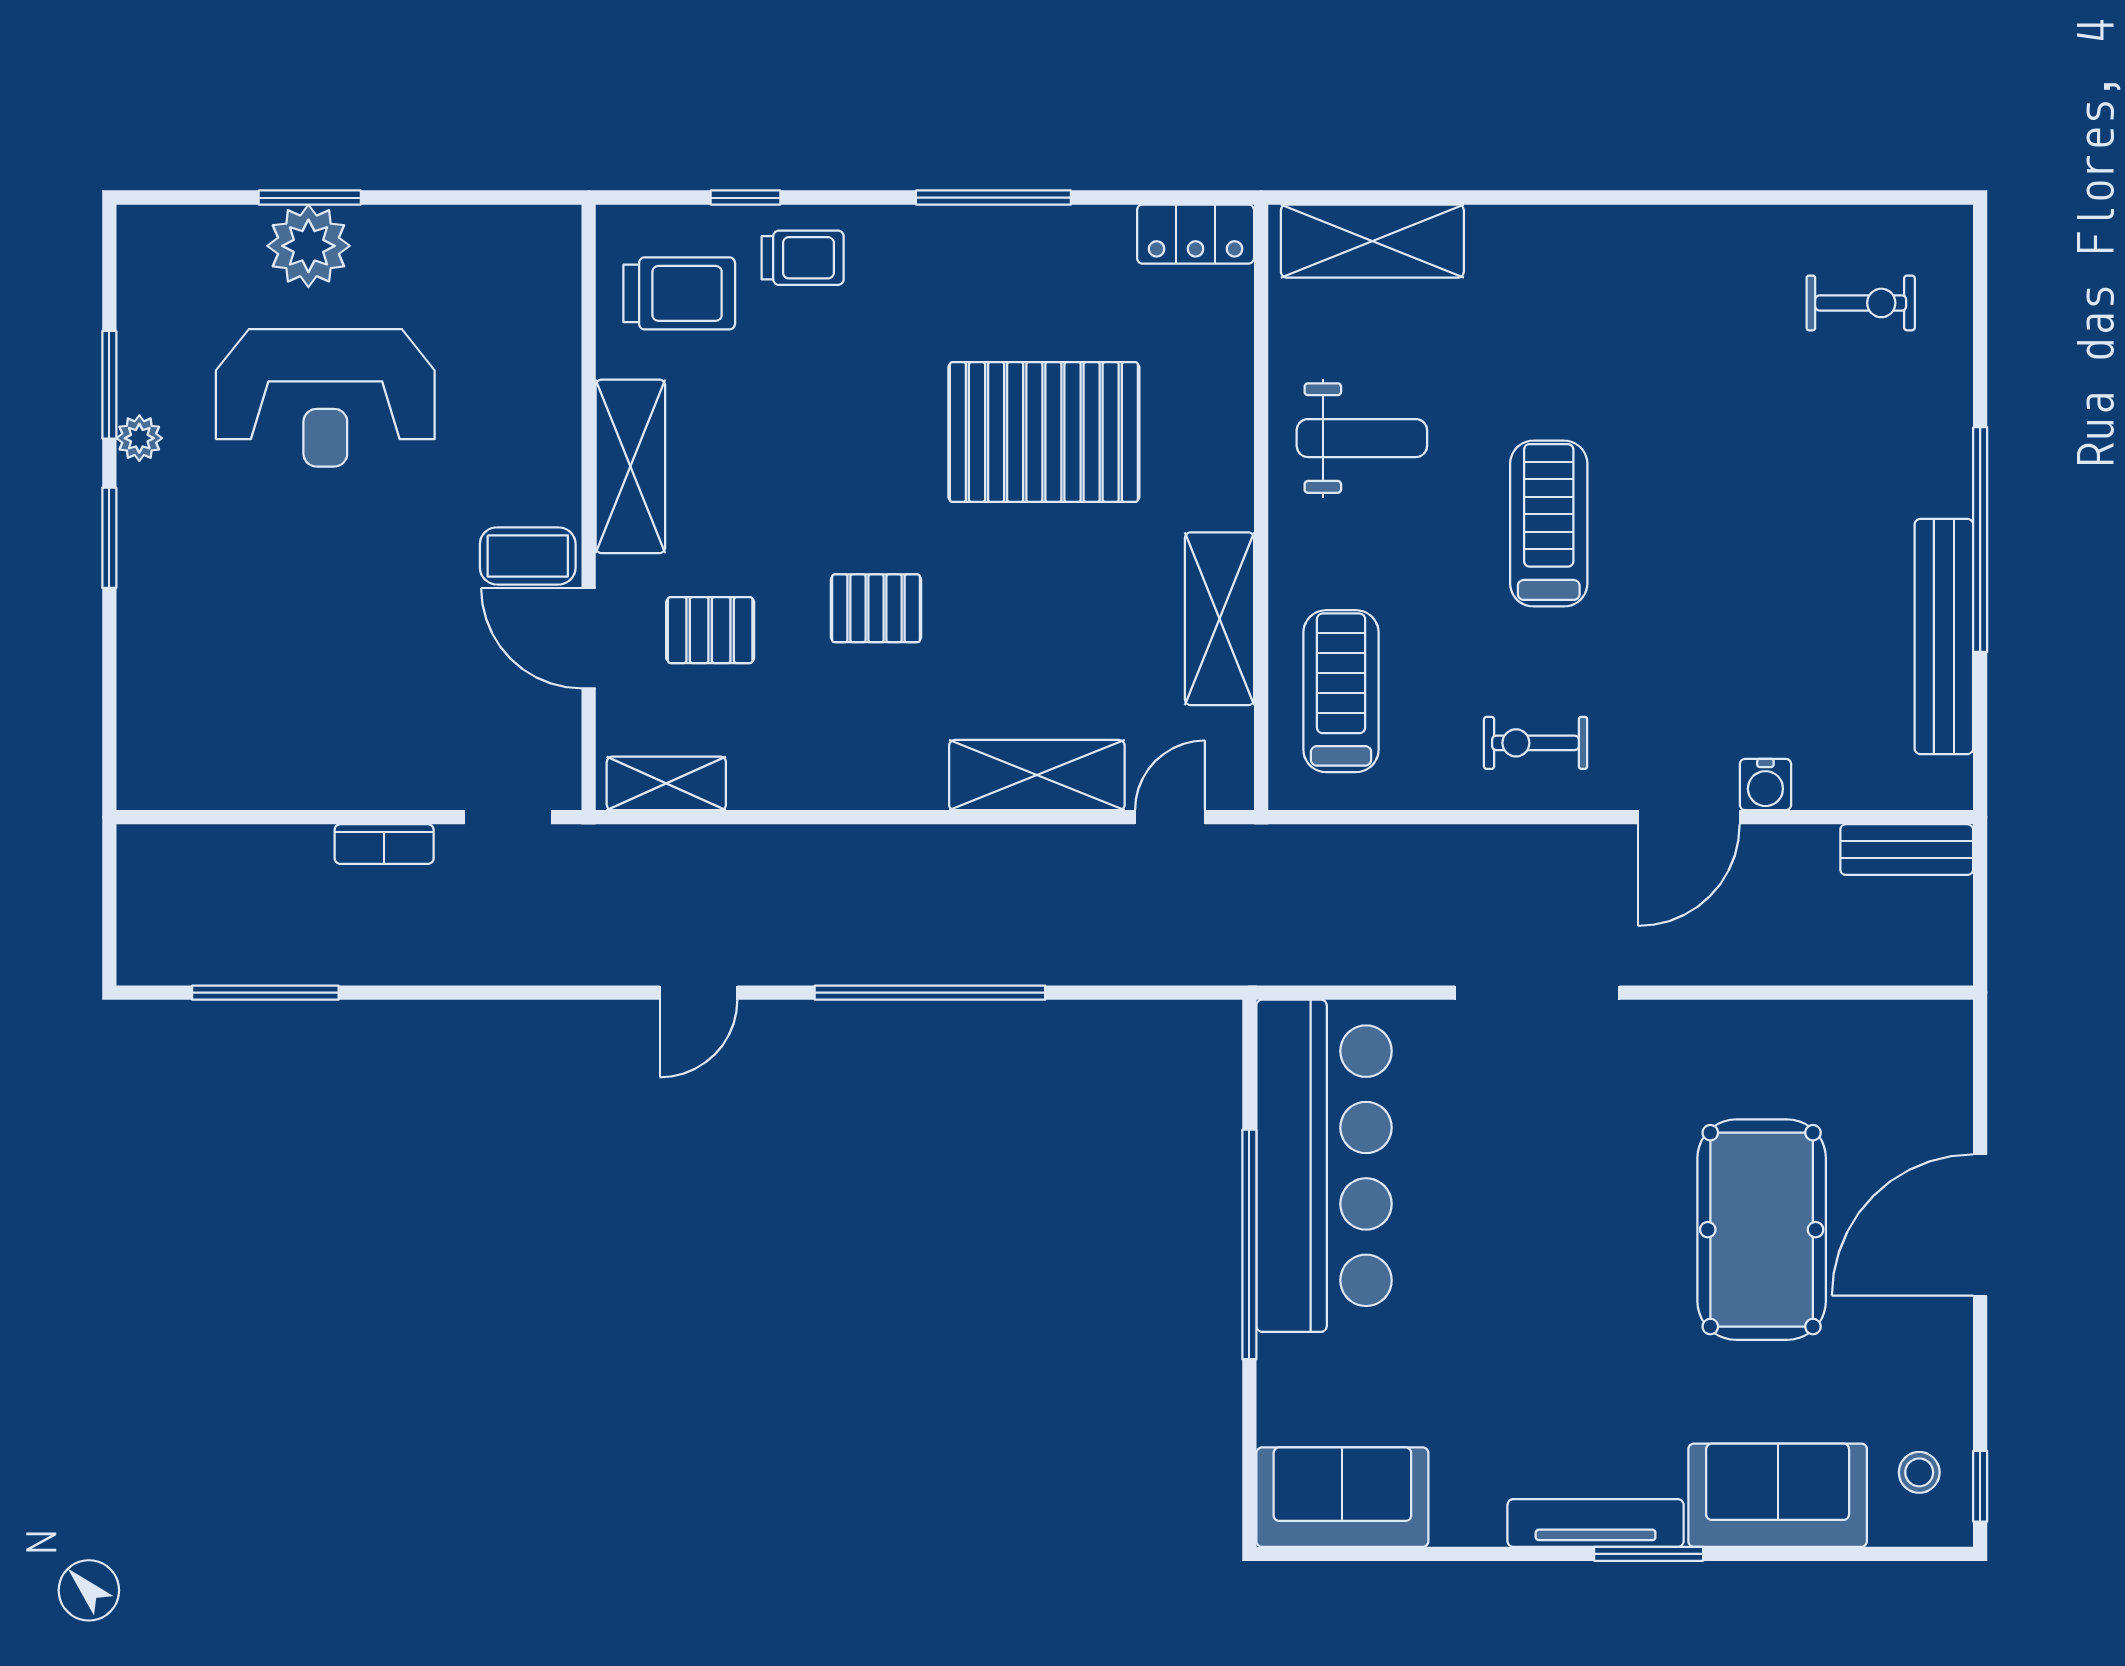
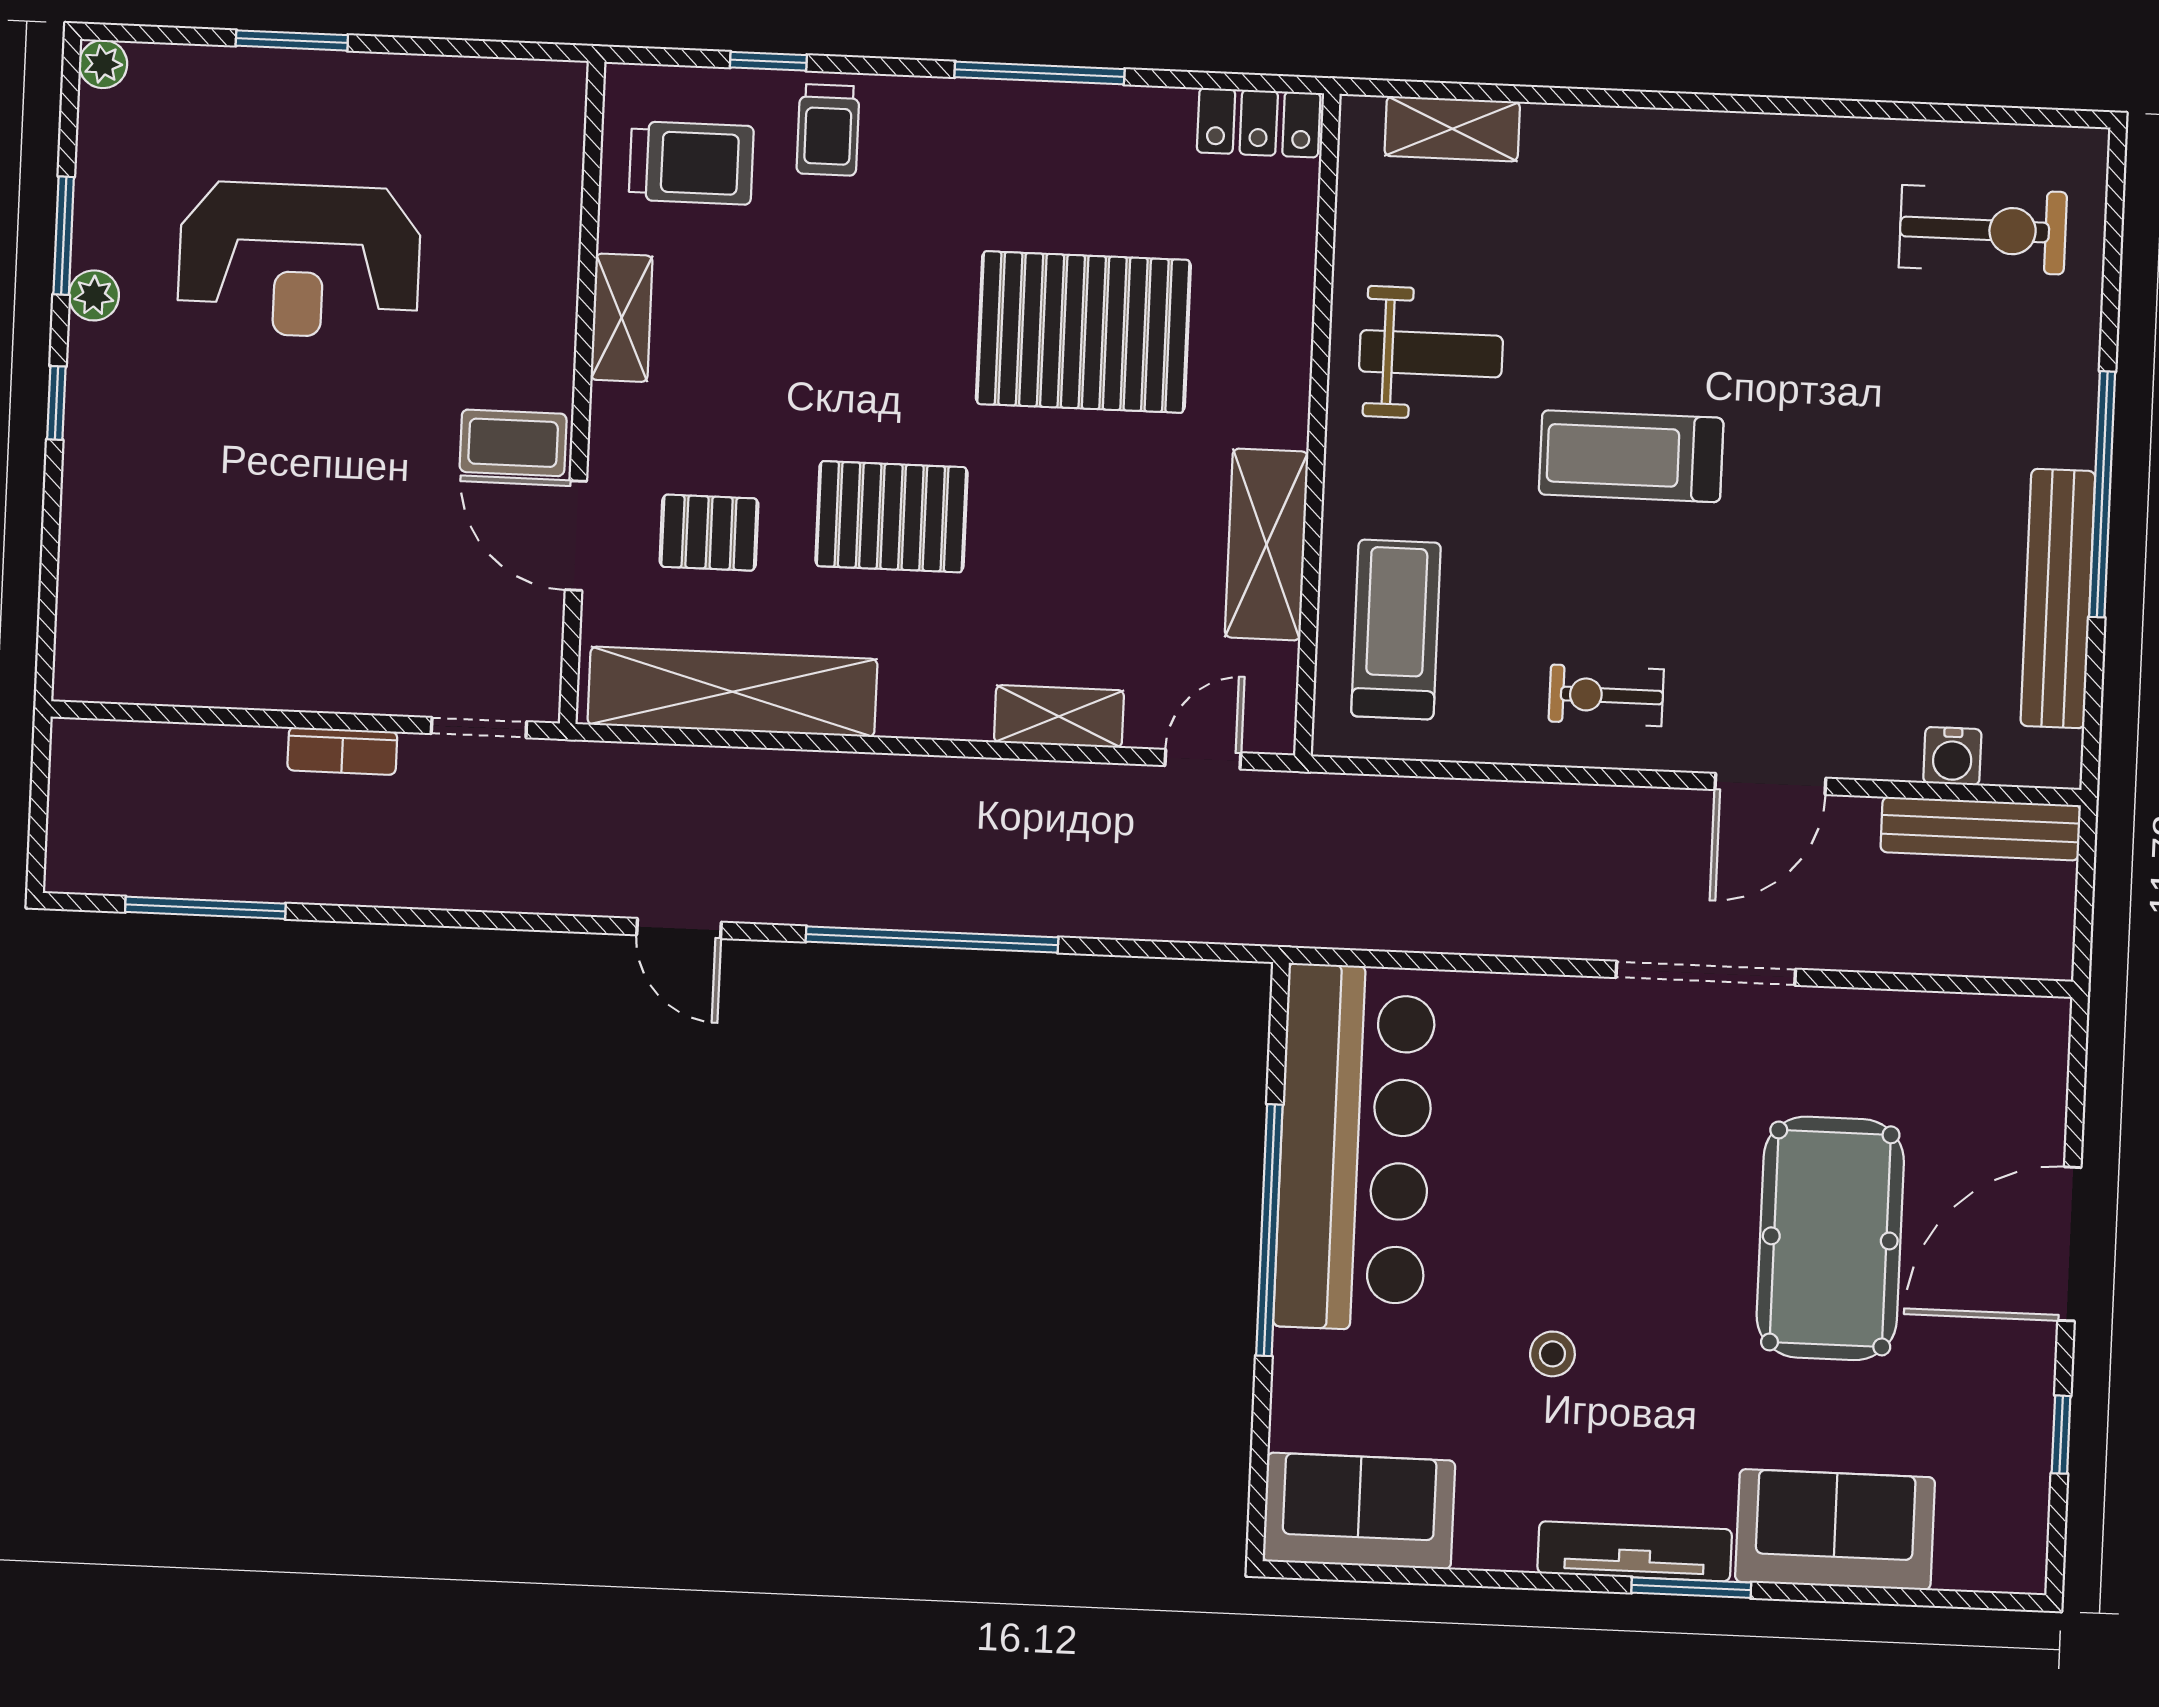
shelving: (1372, 241) -> (1452, 129), width x0.67, depth x0.75
plant: (308, 246) -> (103, 64), moved, width x0.53, depth x0.53
trolley: (803, 258) -> (828, 130), turned 90
exercise bike: (1861, 303) -> (1983, 230), width x1.38, depth x1.39
shelving: (630, 466) -> (622, 318), width x0.67, depth x0.75
treadmill: (1549, 524) -> (1631, 456), turned -90
window: (109, 538) -> (56, 403), width x0.67
pallet: (876, 608) -> (891, 517), width x1.50, depth x1.42
shelving: (1037, 775) -> (1059, 716), width x0.67, depth x0.75
shelving: (666, 783) -> (732, 692), width x2.20, depth x1.33
water cooler: (1765, 784) -> (1952, 756), moved
bench: (1907, 850) -> (1981, 829), width x1.36
door: (699, 993) -> (679, 928), hinge flipped
doorway: (1537, 993) -> (1706, 973), moved
stool: (1919, 1472) -> (1552, 1354), moved
window: (1980, 1486) -> (2061, 1435), moved

